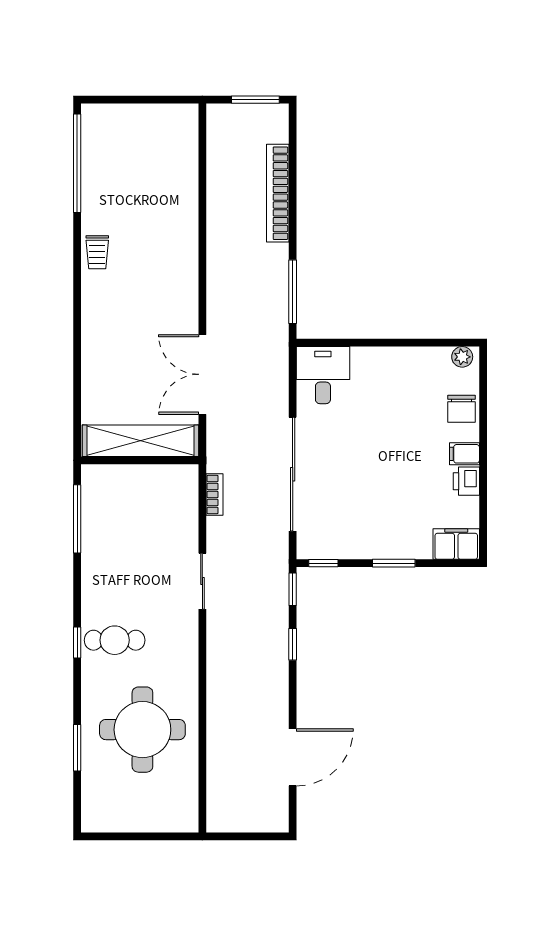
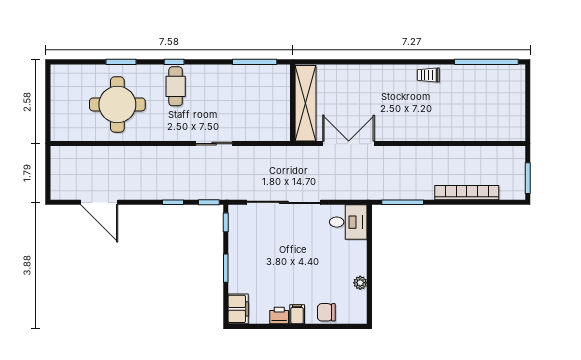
plant: (462, 357) -> (360, 283), moved
bookcase: (215, 494) -> (271, 151), removed
window: (77, 748) -> (121, 62), moved

